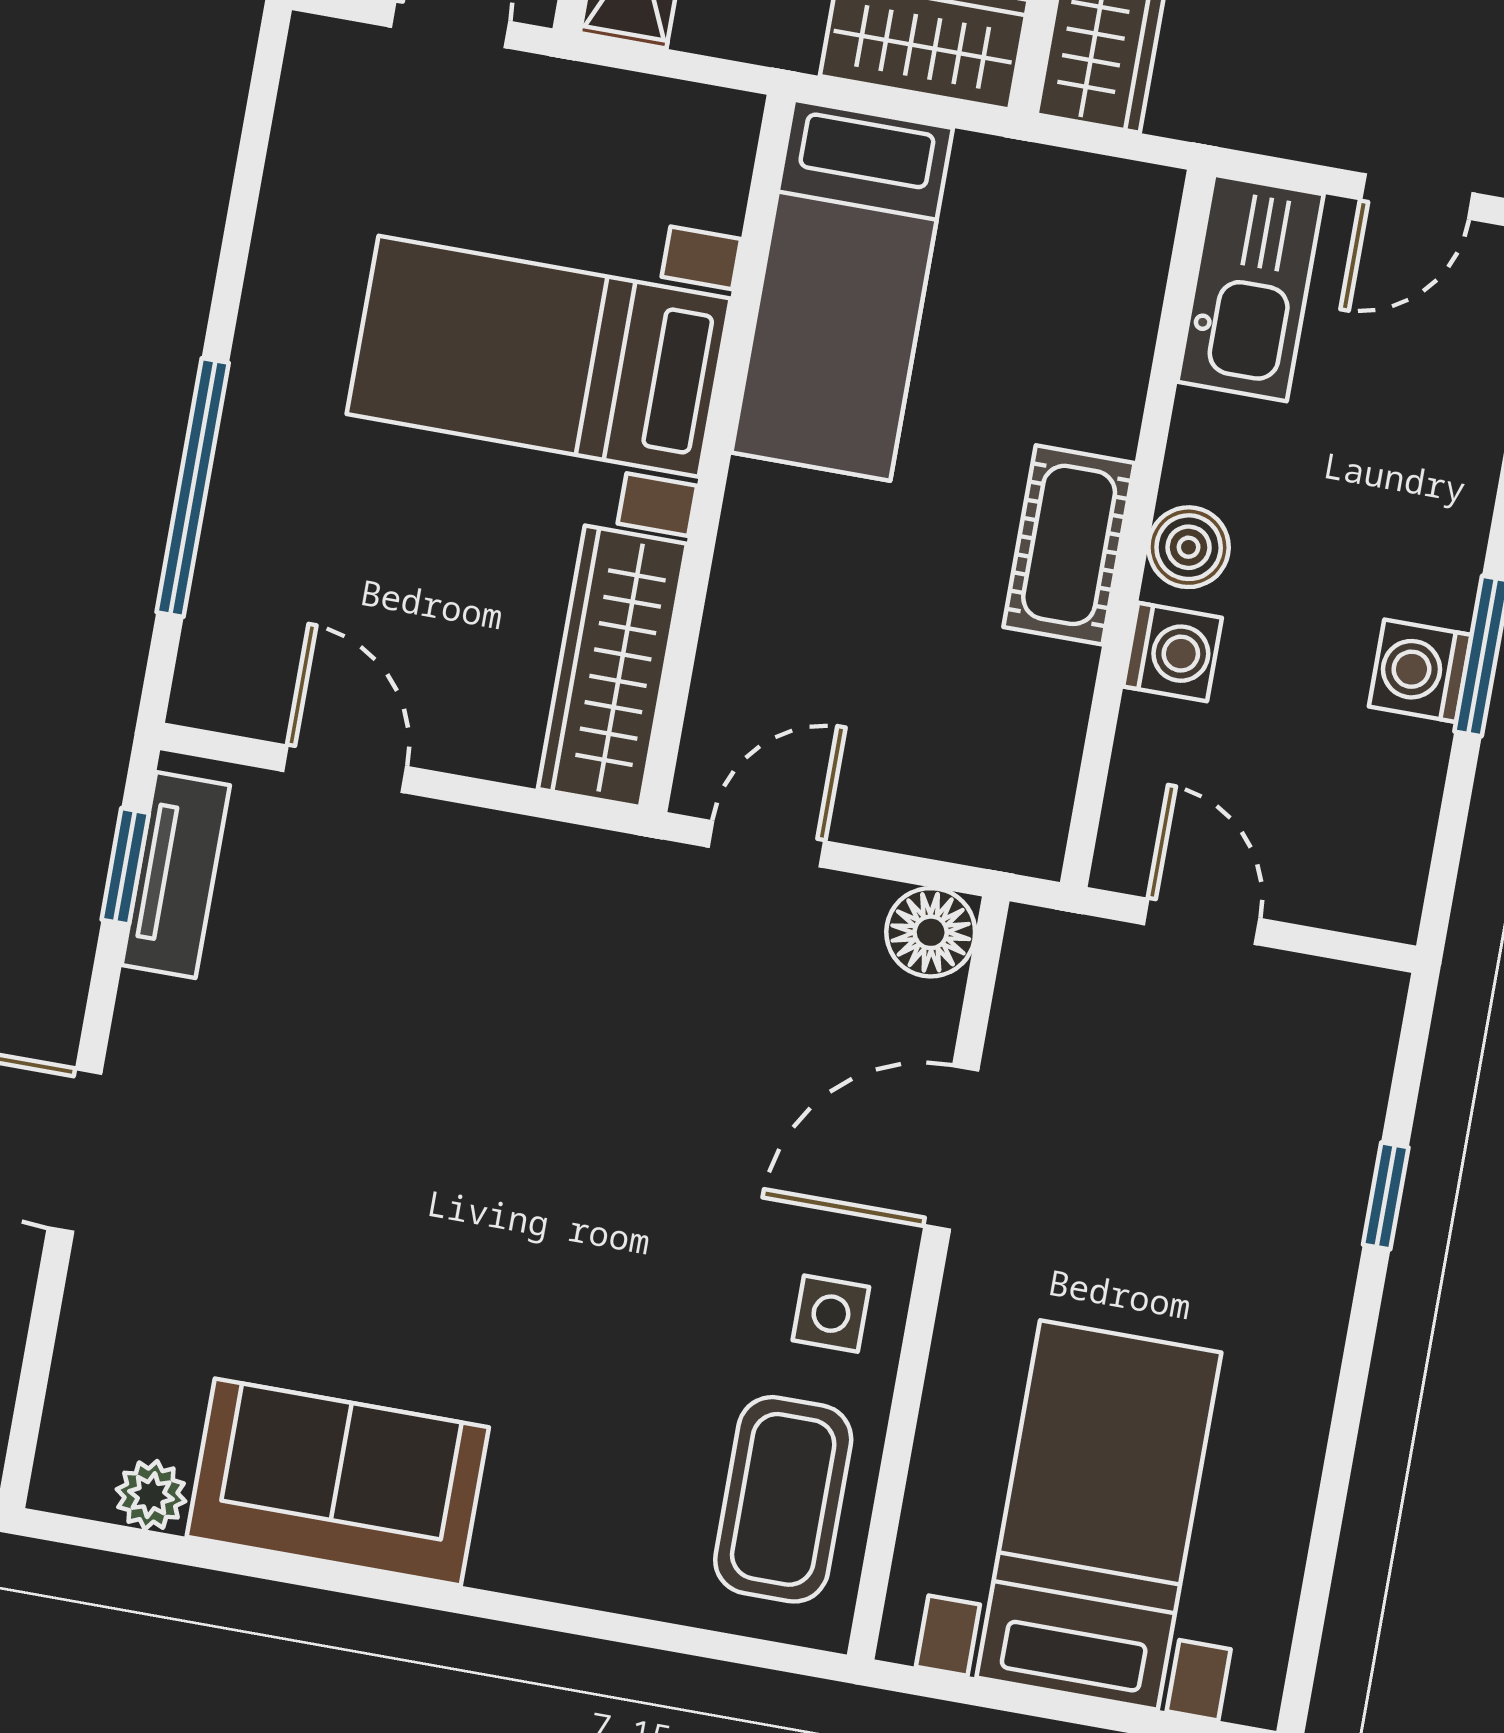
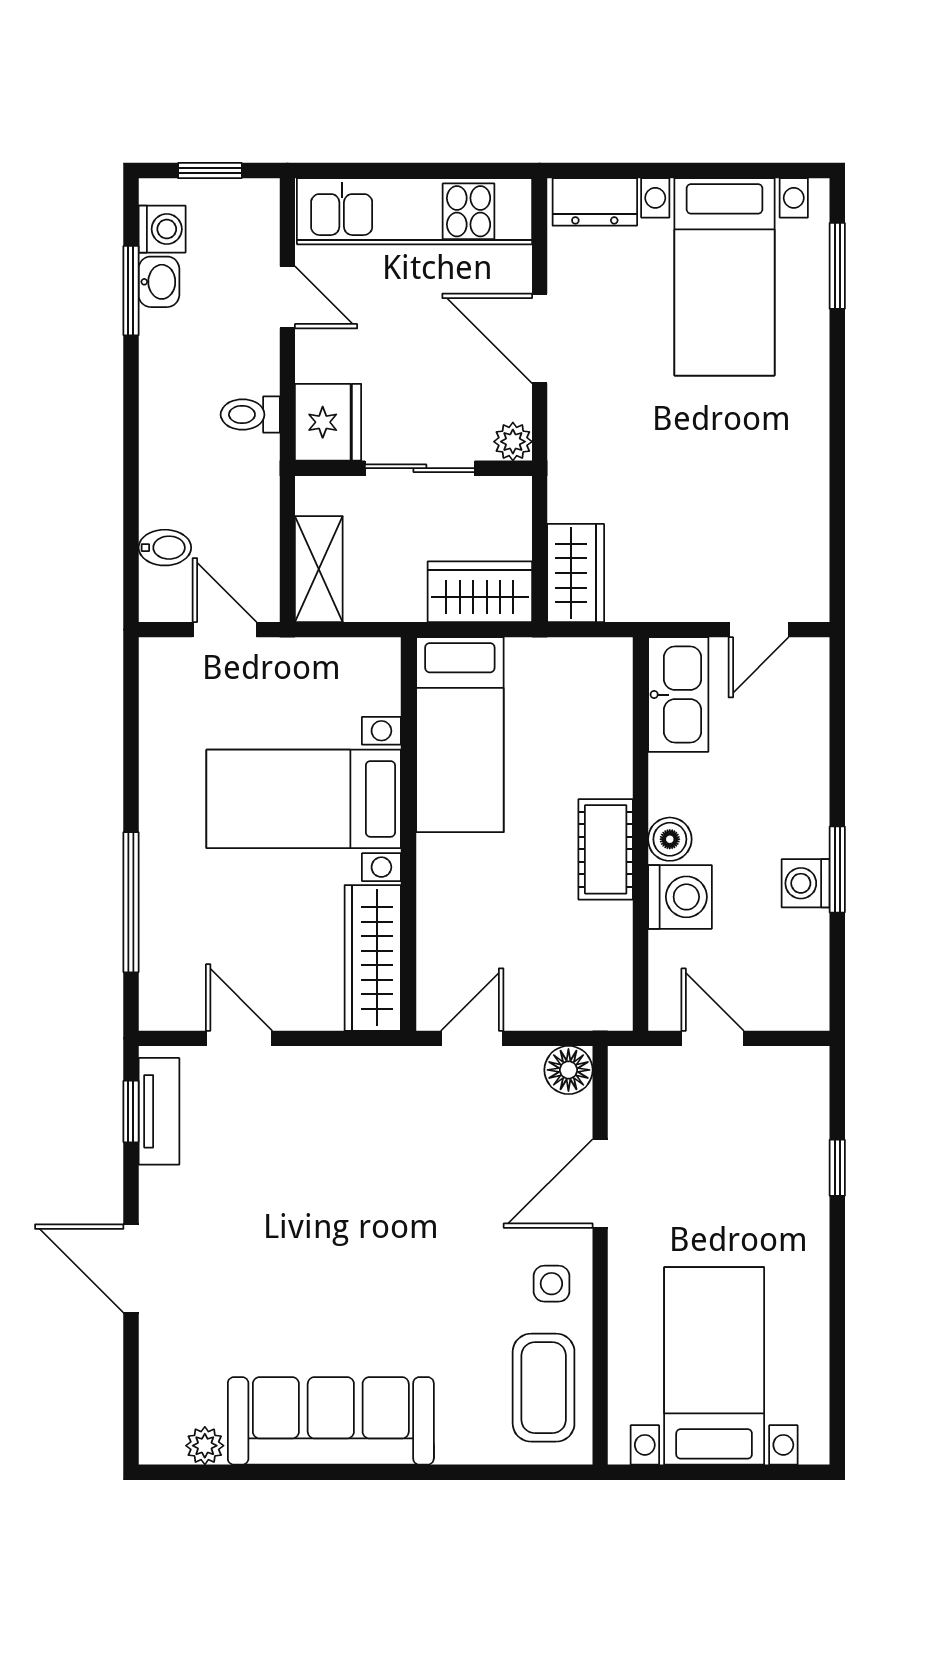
washing machine: (1172, 652) -> (680, 897), width x1.38, depth x1.38
sofa: (338, 1482) -> (331, 1421), width x1.36

